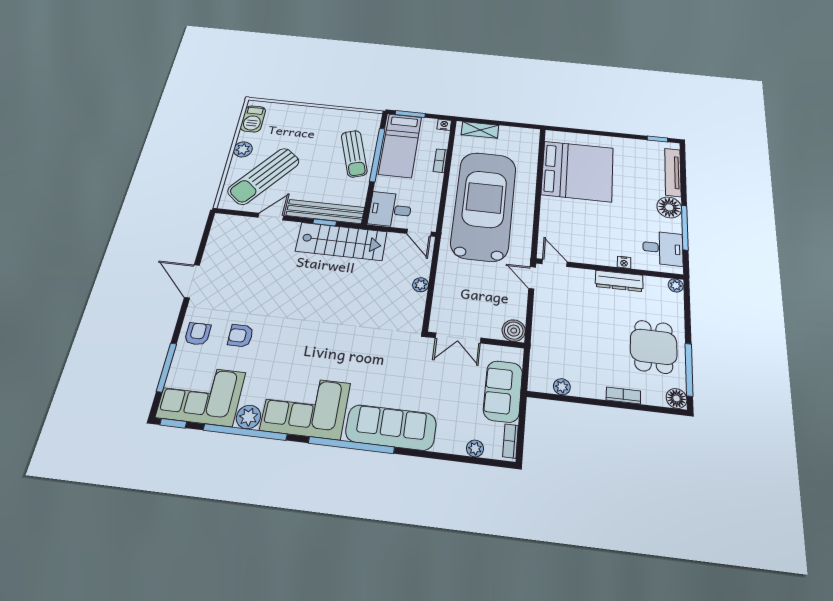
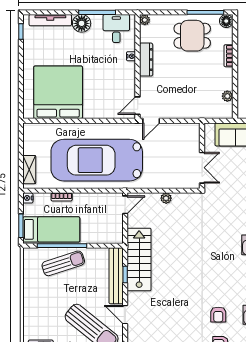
desk: (390, 210) -> (109, 229), removed
boiler: (514, 331) -> (192, 131), removed

